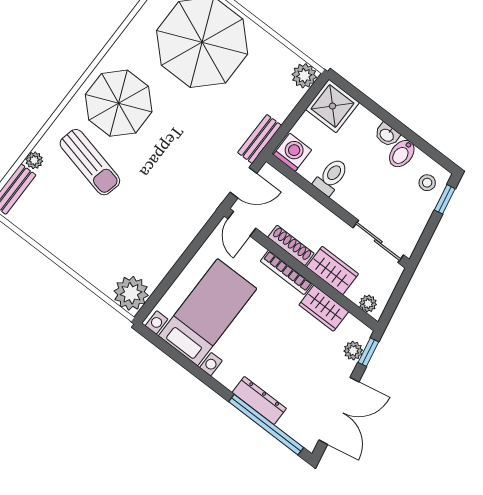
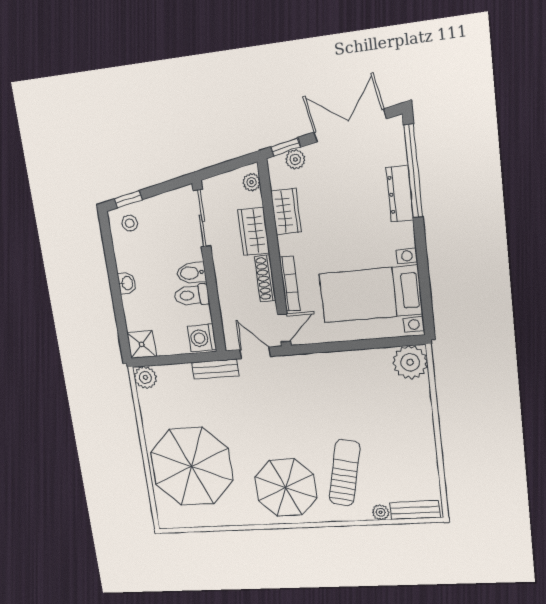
shower: (332, 106) -> (142, 344), width x0.73, depth x0.73
bidet: (402, 154) -> (191, 273), moved, turned 180
bookcase: (286, 272) -> (290, 284), moved

